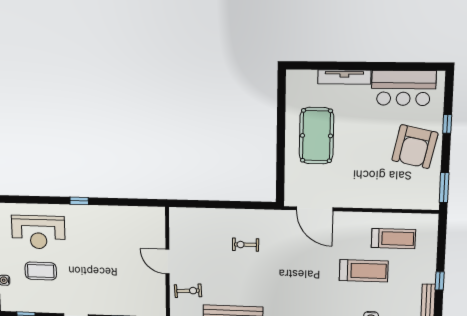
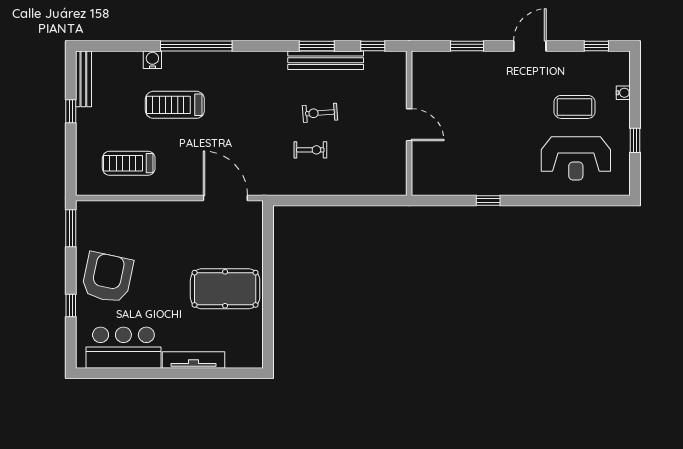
pool table: (316, 136) -> (225, 289), turned 90
window: (79, 201) -> (488, 201), moved
reception desk: (38, 232) -> (576, 158), turned 180
treadmill: (364, 271) -> (175, 105), moved
exercise bike: (188, 291) -> (320, 113), moved

